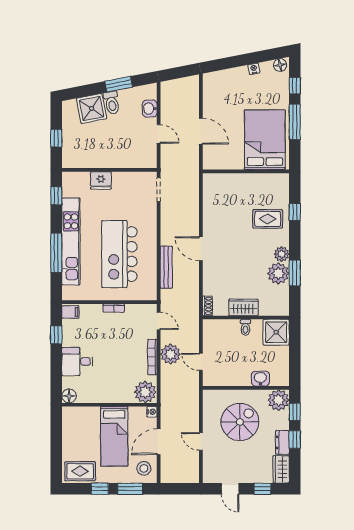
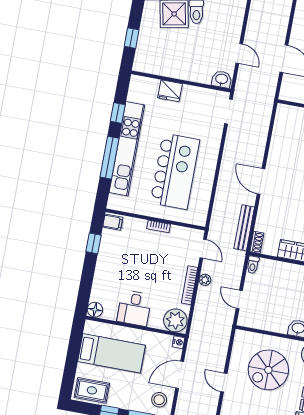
washbasin: (150, 109) -> (222, 79), moved, turned 90
window: (56, 196) -> (118, 113), moved
kitchen island: (119, 254) -> (175, 171), turned 180
bench: (166, 267) -> (244, 228), moved
toilet: (245, 327) -> (253, 265), moved
plant: (170, 354) -> (205, 280), width x0.53, depth x0.53
desk: (77, 361) -> (134, 308), moved, turned -90
spiral stairs: (240, 422) -> (268, 370), turned 180
bed: (114, 436) -> (112, 353), moved, turned -90

